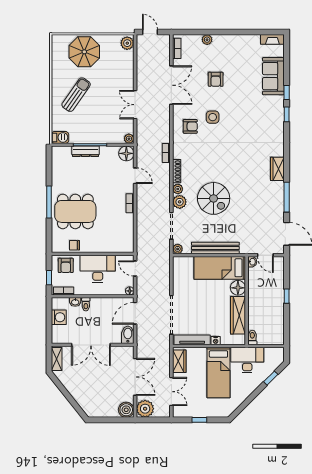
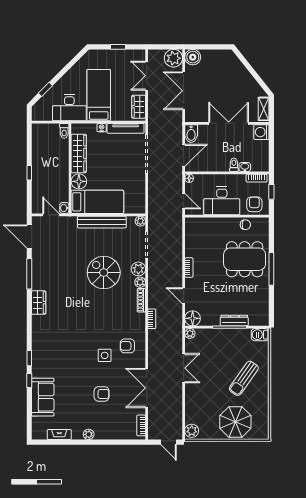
fireplace: (272, 39) -> (59, 435), moved
plant: (207, 40) -> (89, 434), moved
armchair: (216, 79) -> (102, 394), turned 90
washing machine: (59, 317) -> (261, 132), moved

